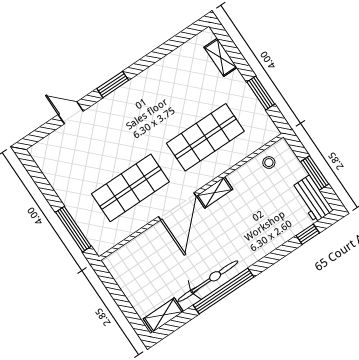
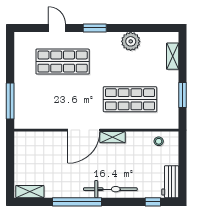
plant: (163, 72) -> (131, 41), added
window: (315, 173) -> (183, 167), removed
shop shelf: (130, 188) -> (63, 62), moved
bicycle: (208, 281) -> (110, 189), moved

